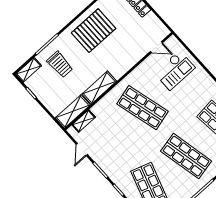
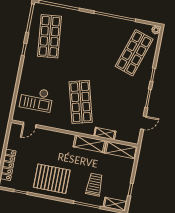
door: (156, 47) -> (30, 125), swing flipped
checkout: (175, 70) -> (36, 99), turned 180
shelving: (84, 121) -> (105, 134), moved
shop shelf: (186, 156) -> (92, 45), removed

